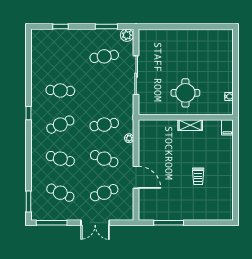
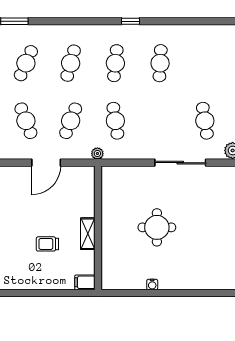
wall: (186, 117) -> (98, 228), moved
cafe table: (60, 125) -> (115, 63), turned 30
shelving: (190, 125) -> (88, 234), moved
filing cabinet: (227, 127) -> (85, 282), moved

